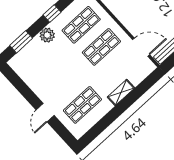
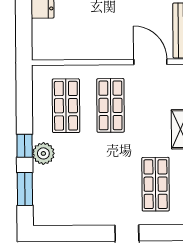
window: (52, 14) -> (25, 146), moved
door: (141, 47) -> (150, 62), hinge flipped

